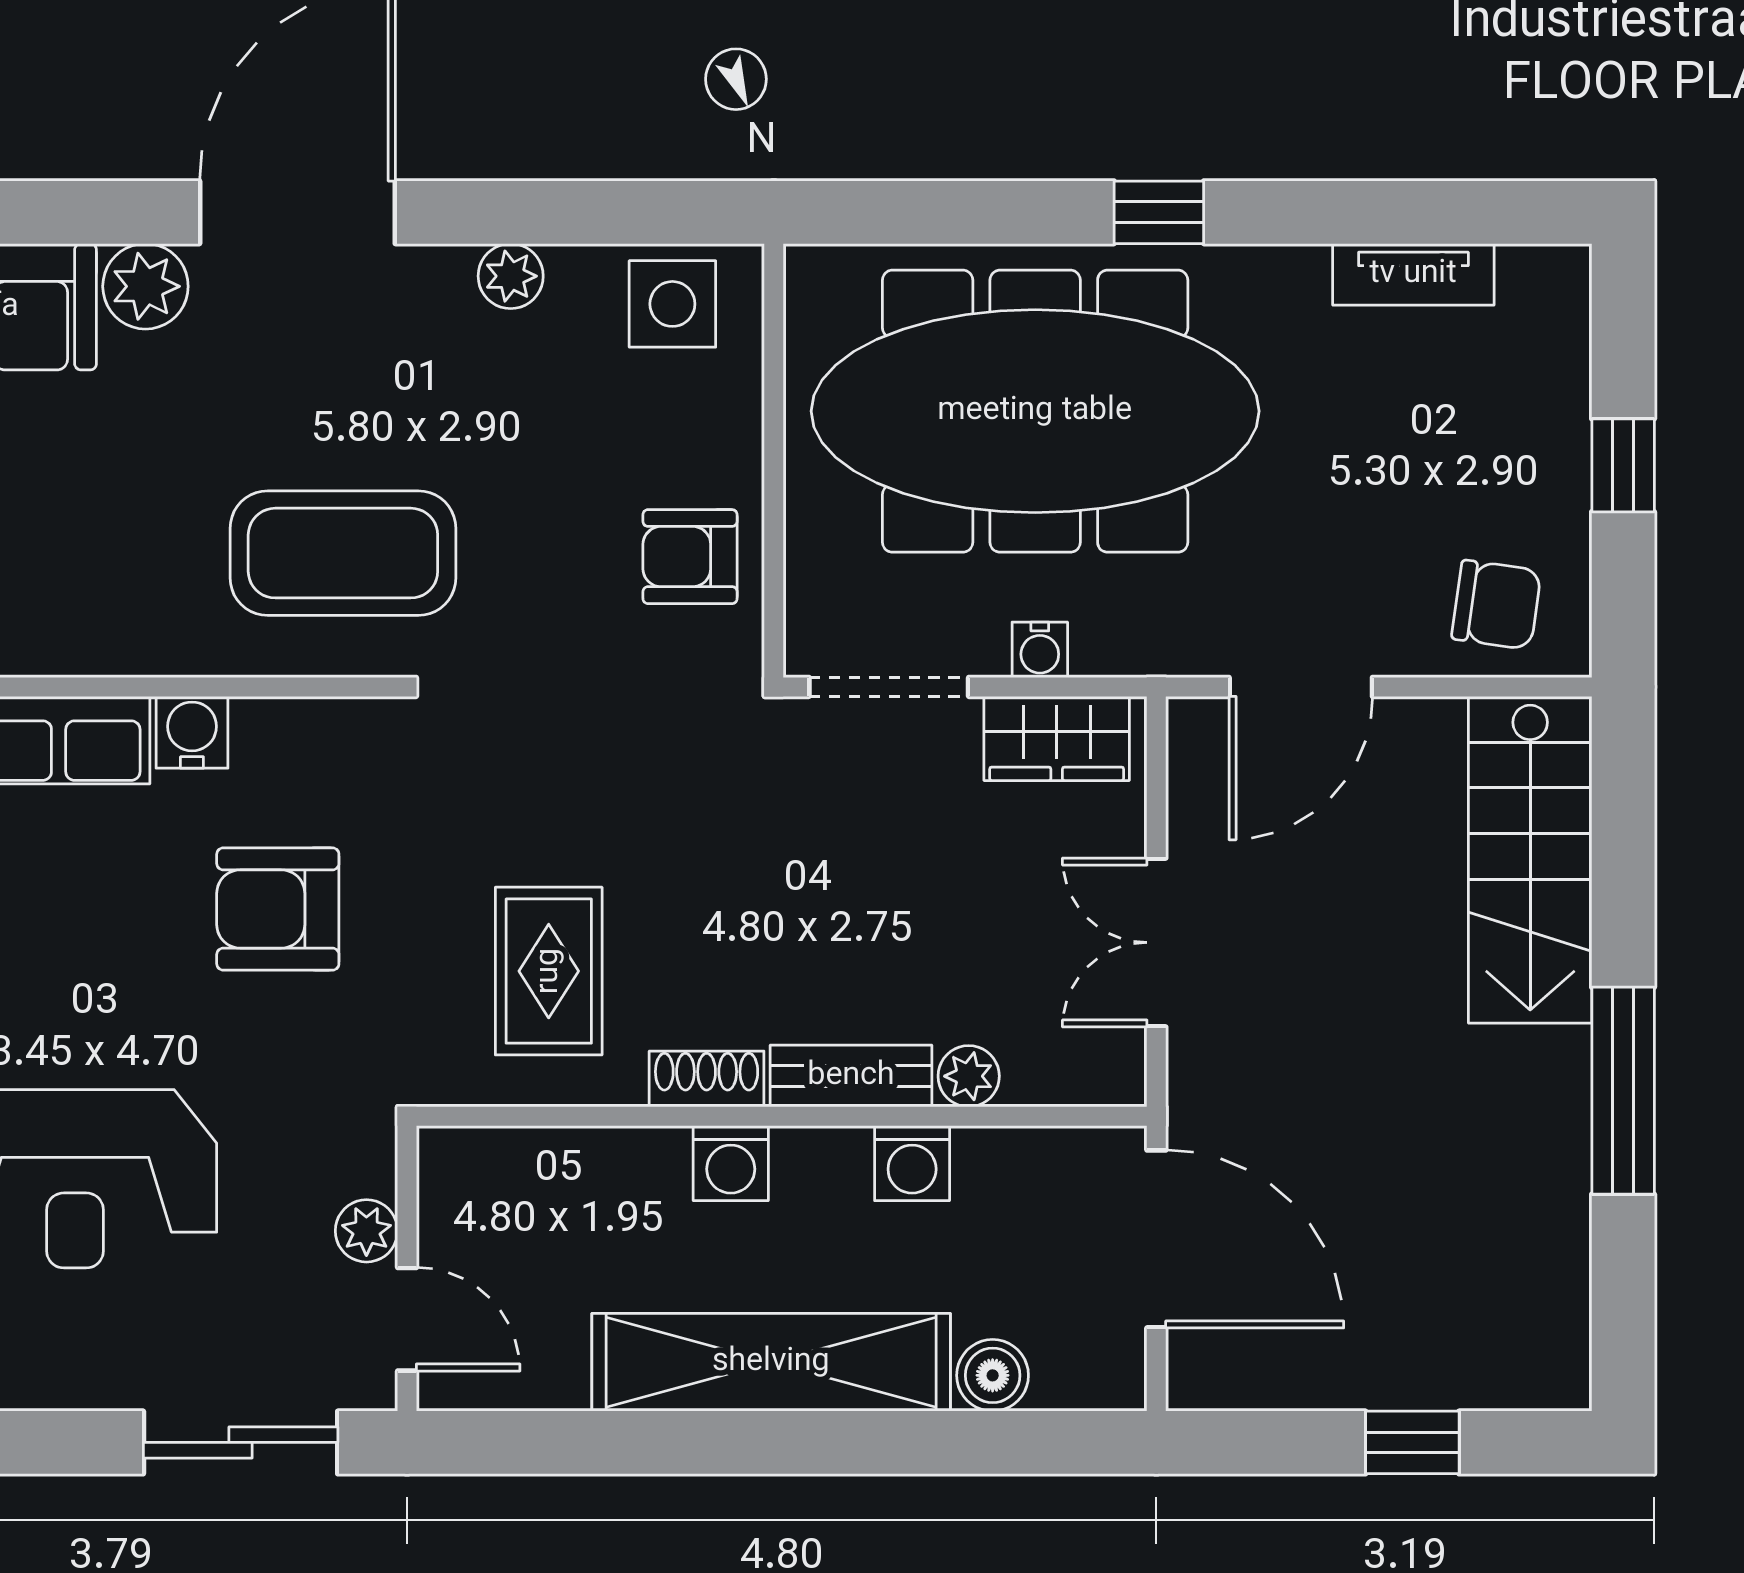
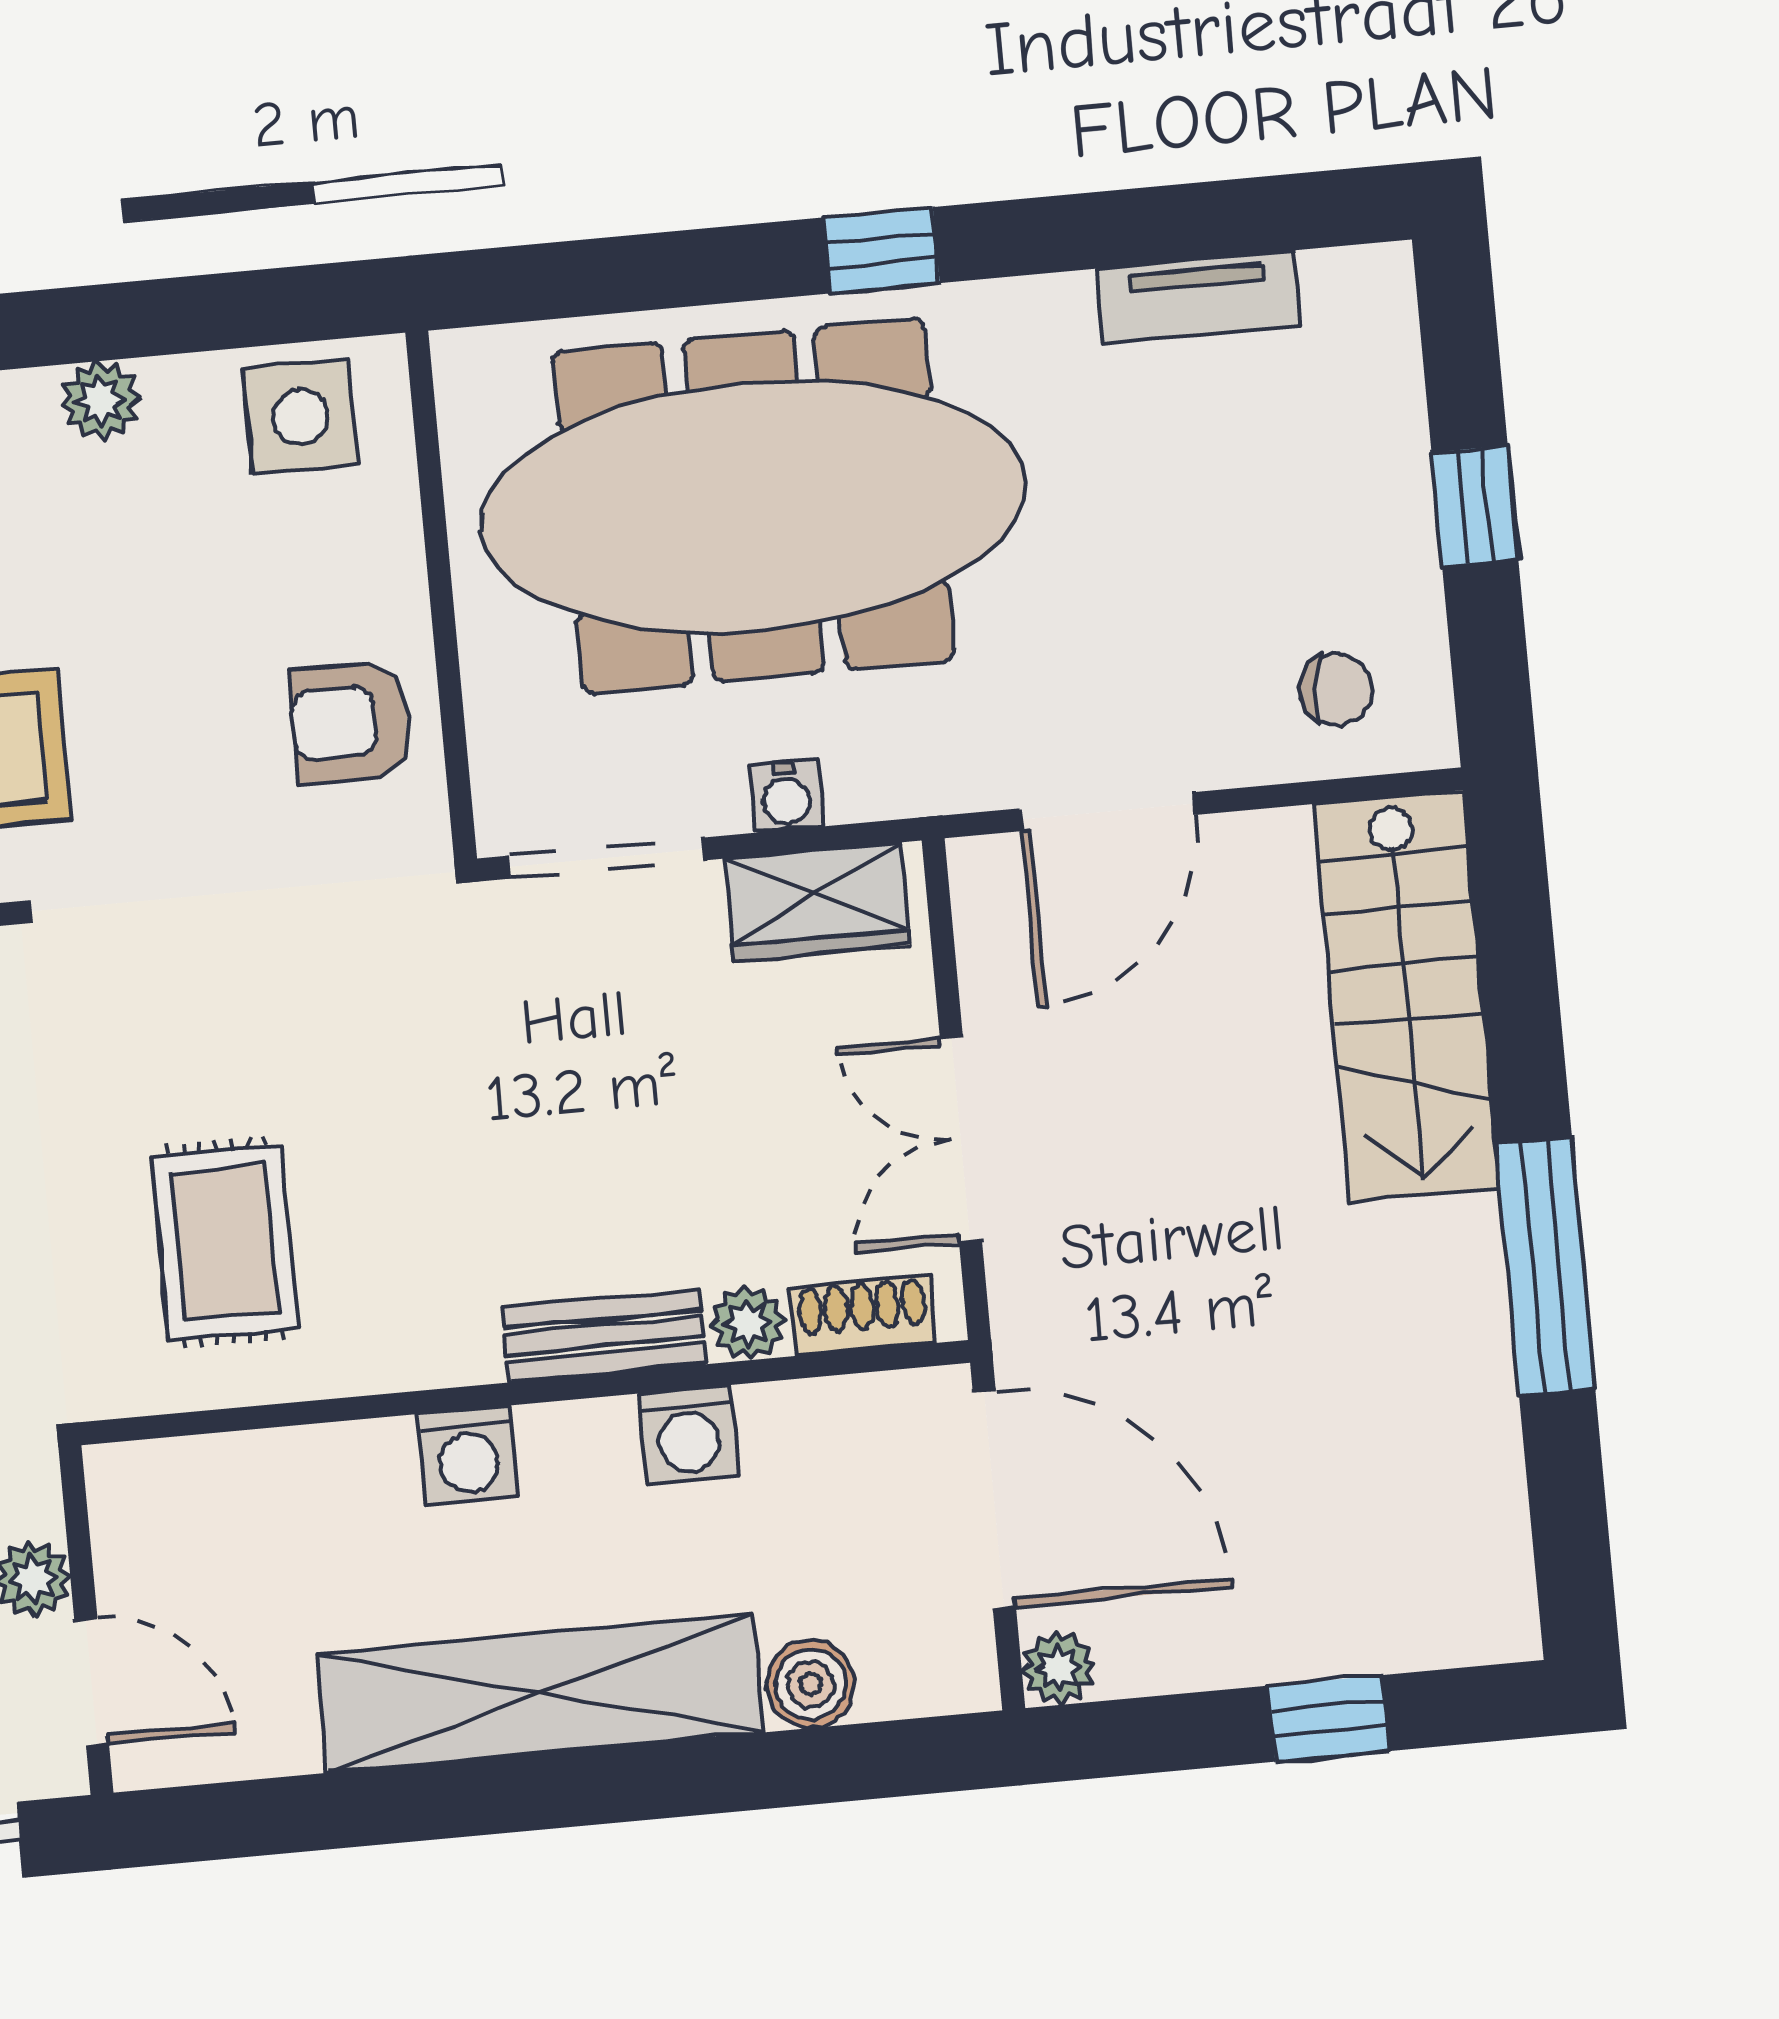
chair: (1496, 605) -> (1336, 690), width x0.73, depth x0.73
shoe rack: (707, 1079) -> (863, 1315), moved
plant: (1196, 1381) -> (1058, 1668), added

